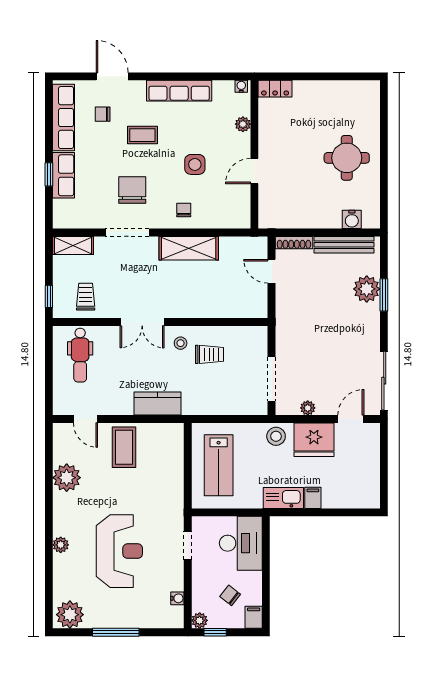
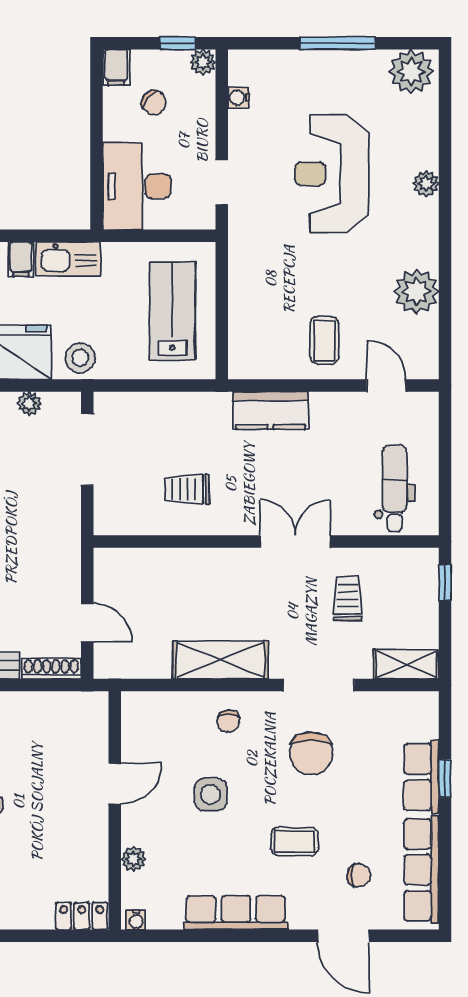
trolley: (86, 297) -> (348, 599), moved, turned 180
stool: (181, 343) -> (233, 507), removed
coffee table: (124, 447) -> (324, 340), width x0.73, depth x0.77

